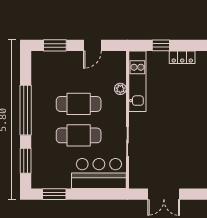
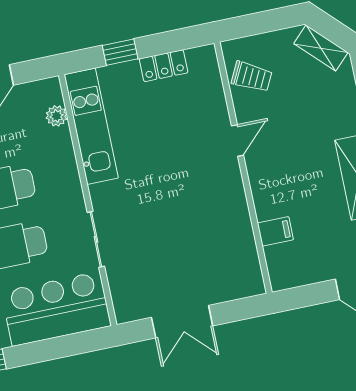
plant: (120, 89) -> (57, 116), moved

